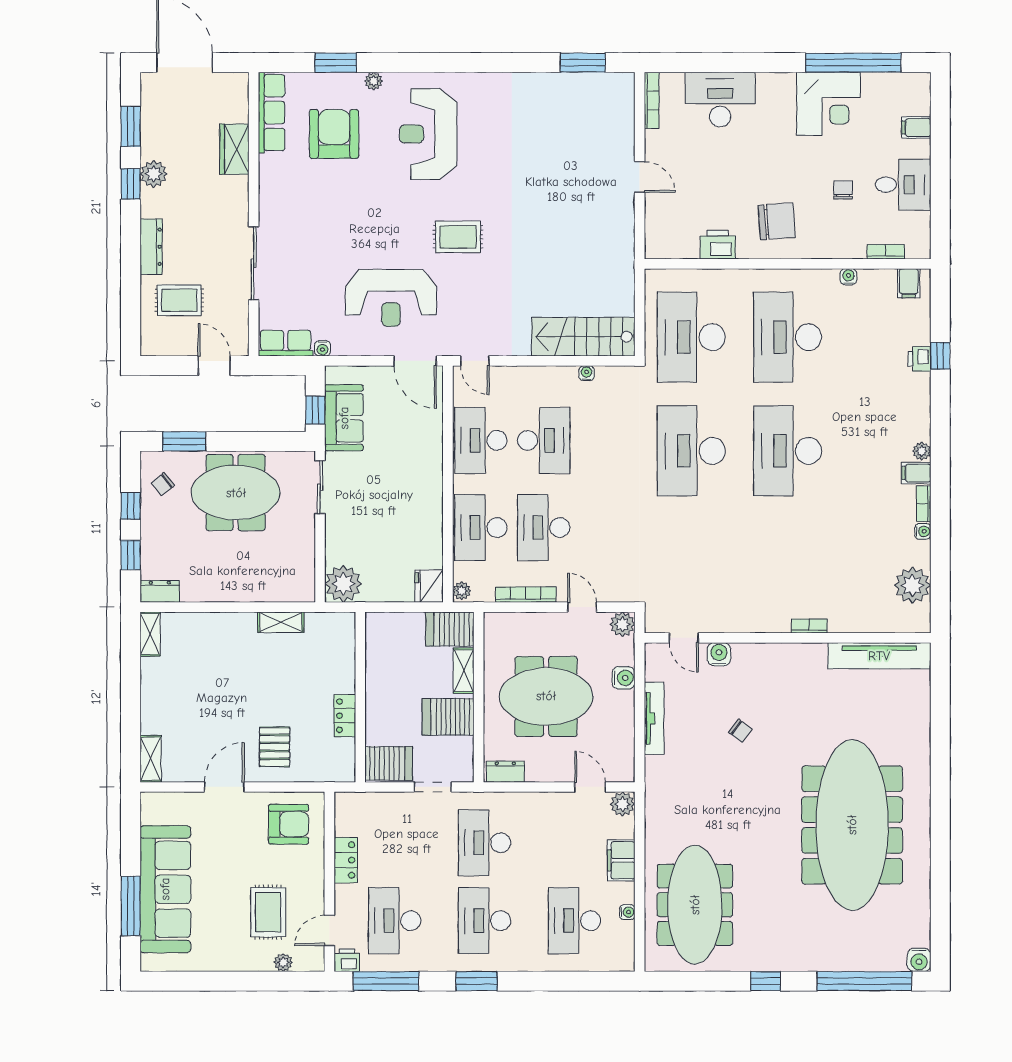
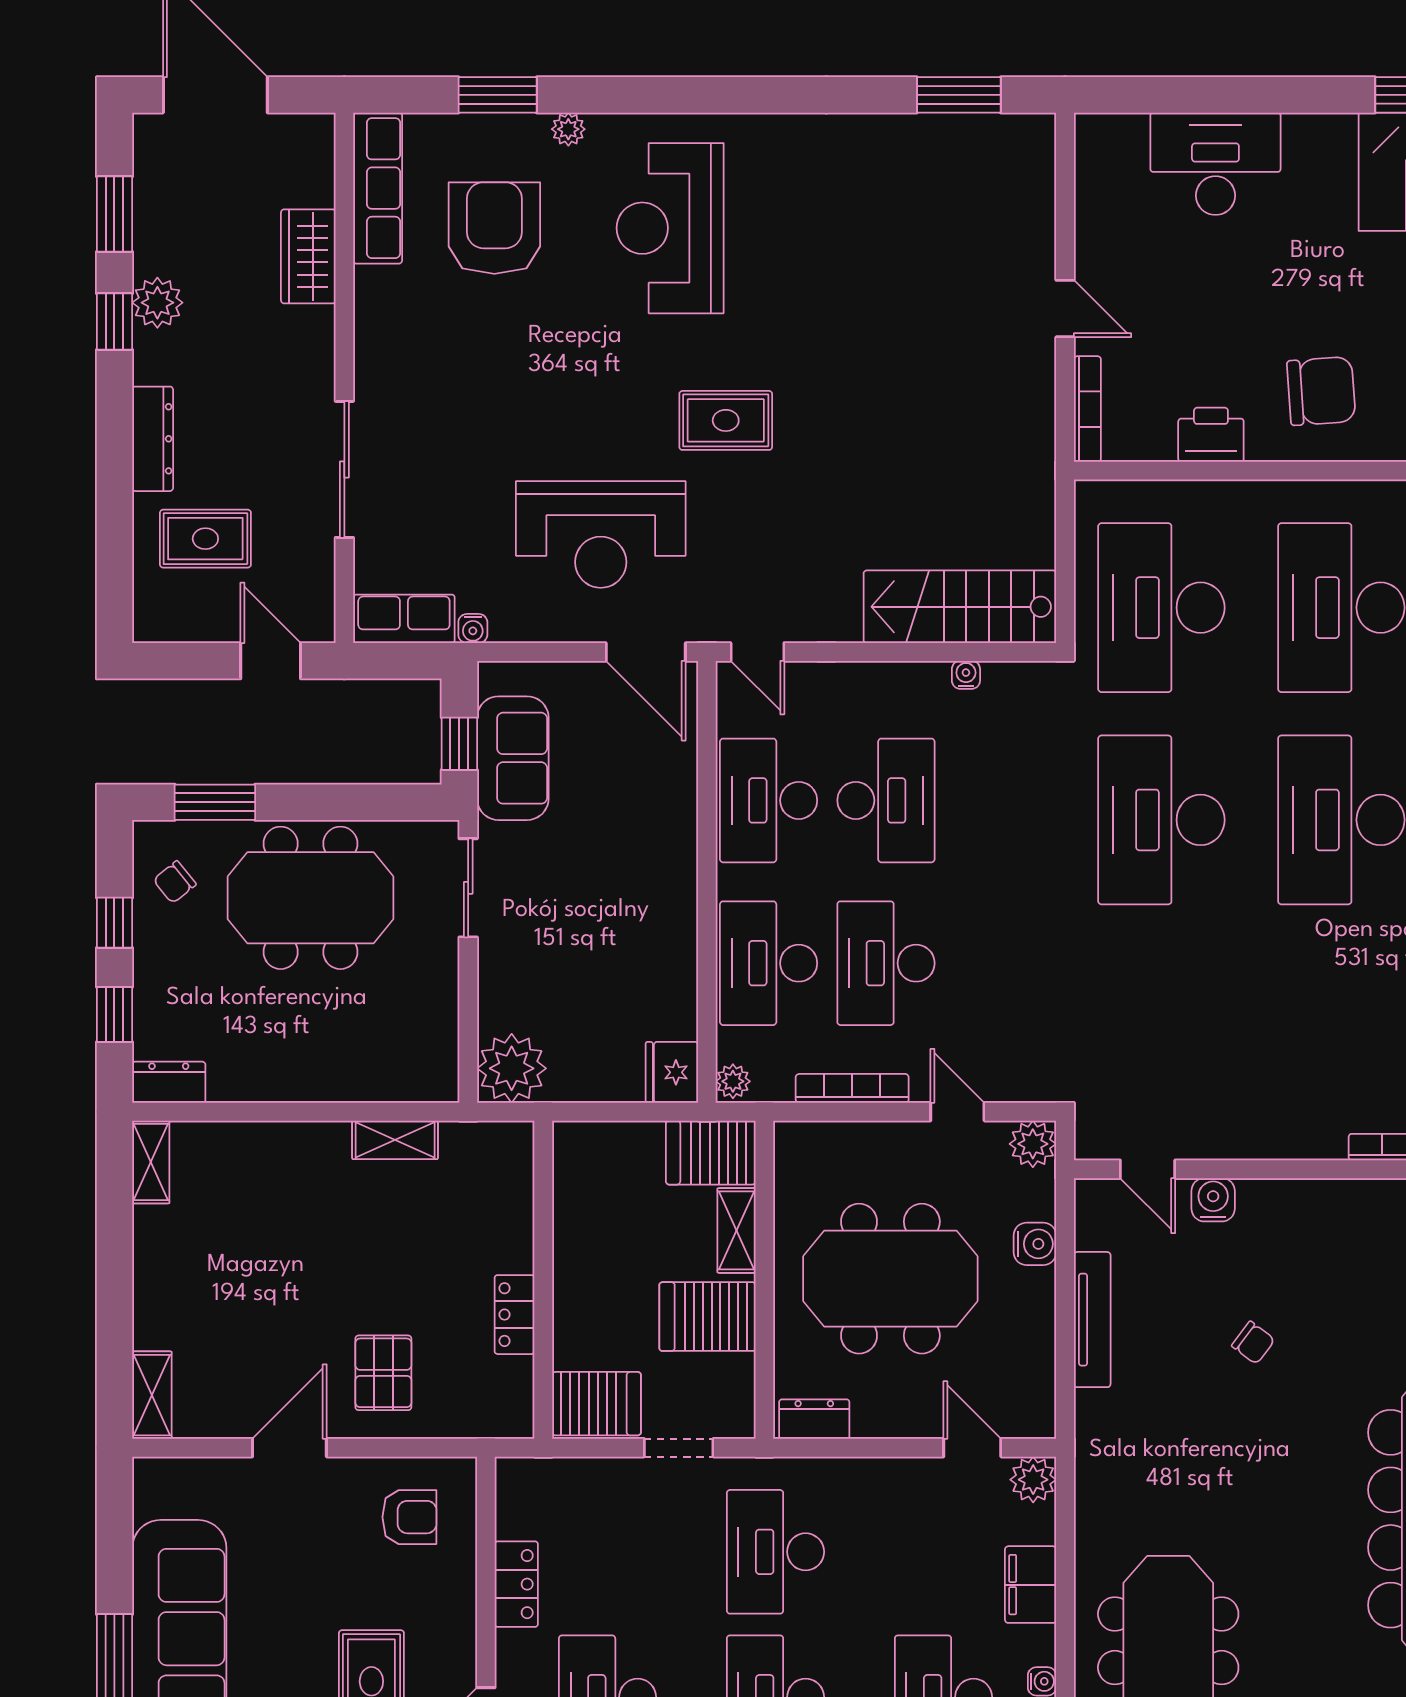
bookcase: (652, 100) -> (1087, 409), moved
armchair: (289, 824) -> (409, 1517), width x0.72, depth x0.72

